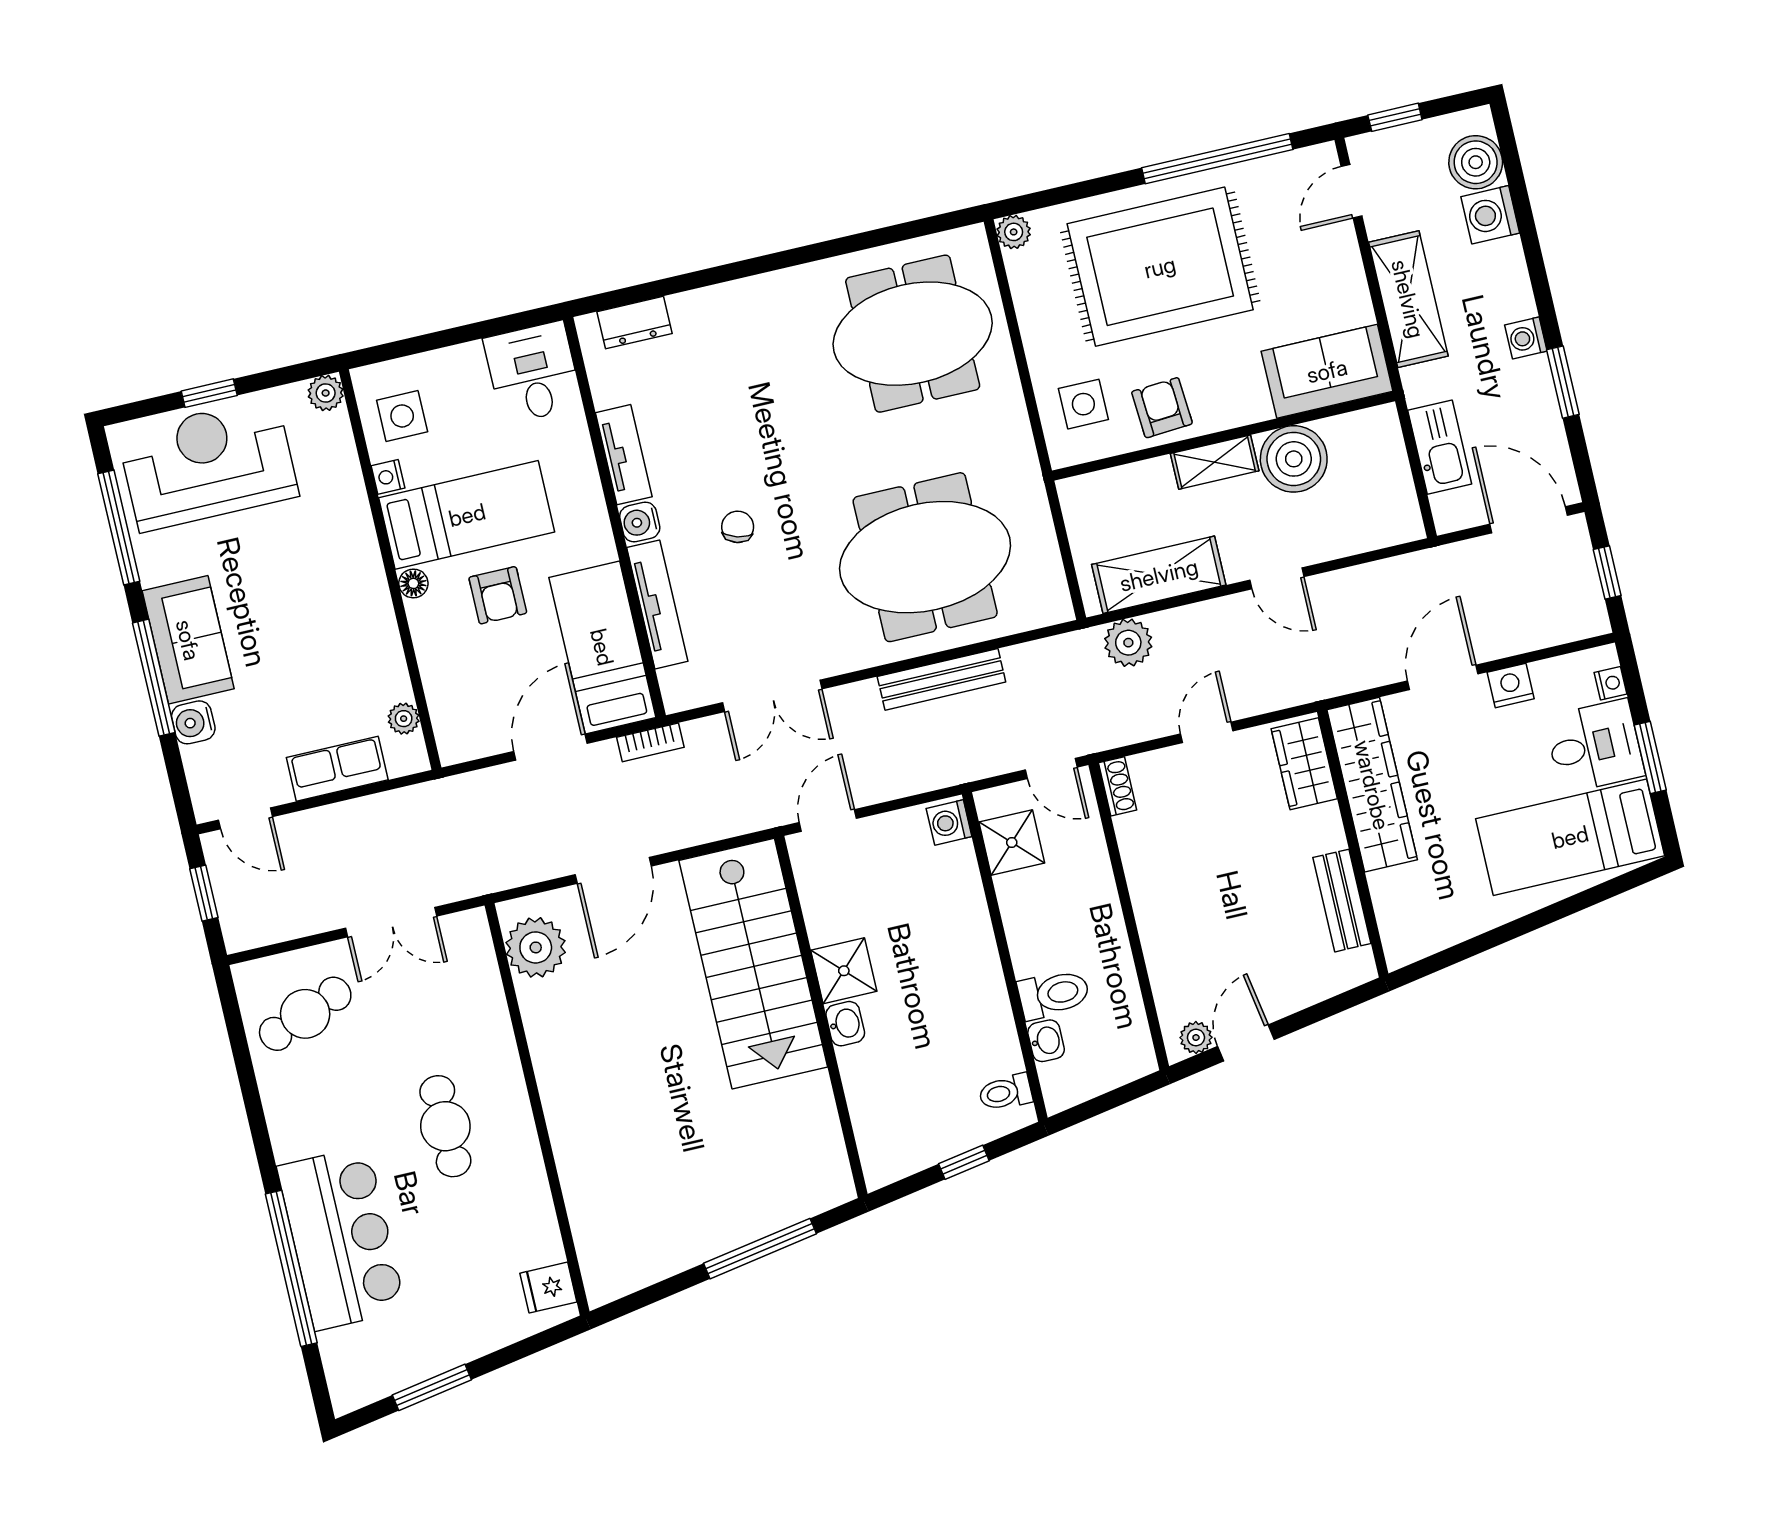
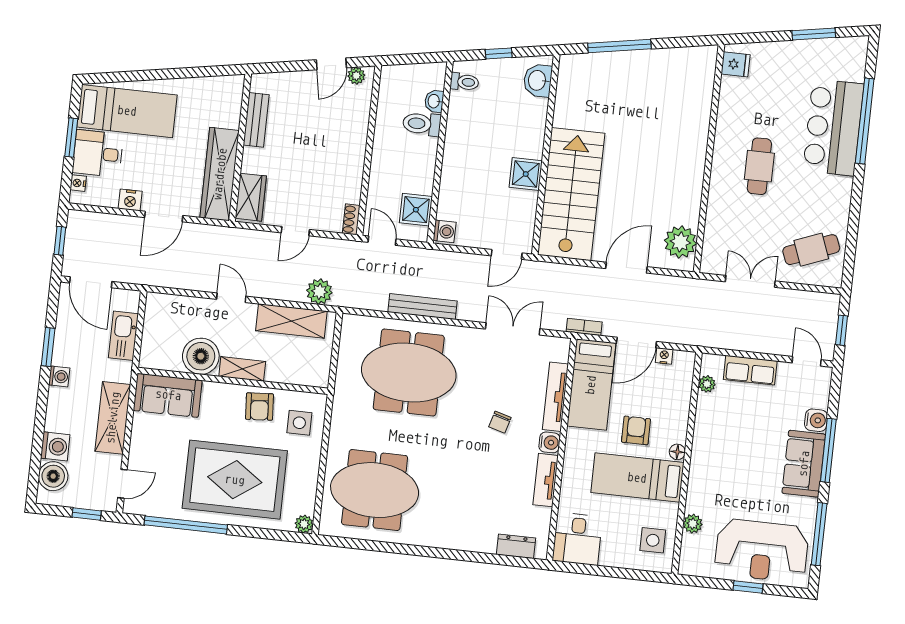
plant: (326, 393) -> (693, 524), moved
nightstand: (388, 477) -> (664, 356), moved, turned -90
washbasin: (845, 1024) -> (538, 80), moved, width x1.38, depth x1.45

